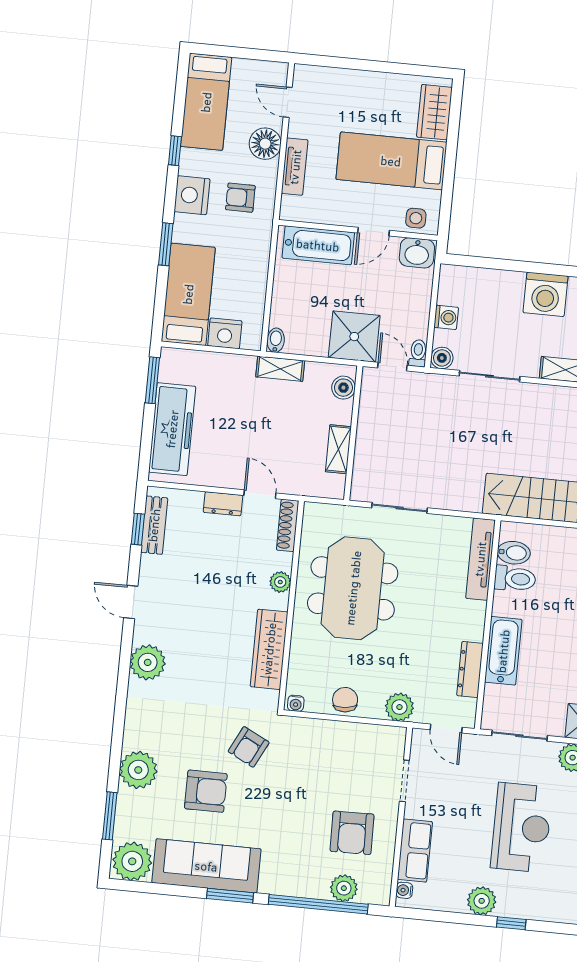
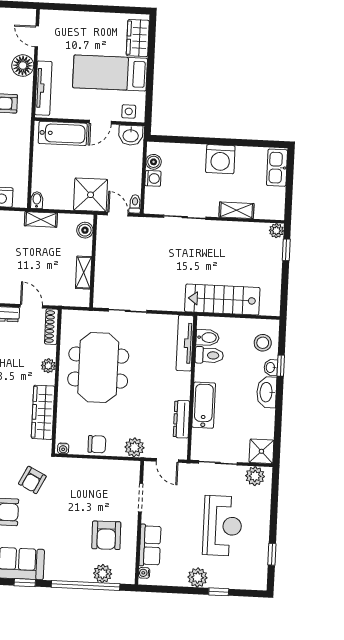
tv unit: (295, 167) -> (43, 88), width x1.41
boiler: (442, 358) -> (154, 162), moved
chair: (345, 700) -> (97, 444), turned 96
window: (230, 896) -> (25, 583), width x0.67

